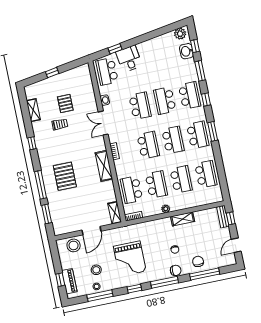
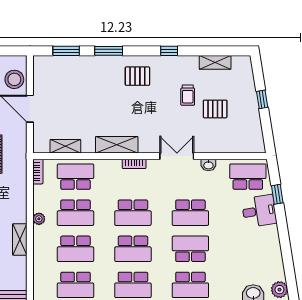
pallet: (65, 176) -> (137, 76), moved, width x0.67, depth x0.71
window: (41, 185) -> (109, 51), width x0.69
shelving: (115, 213) -> (65, 146), moved

